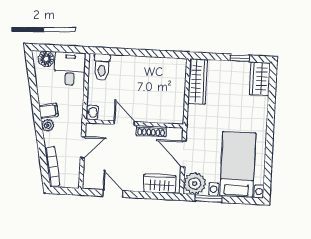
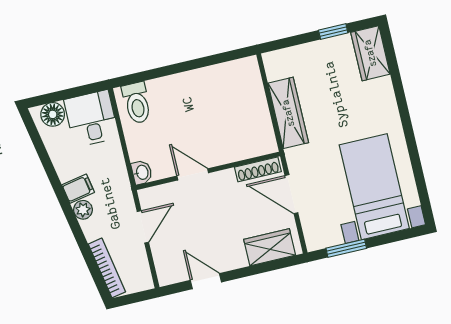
wardrobe: (198, 81) -> (288, 113), moved
shoe rack: (151, 131) -> (258, 169), moved
plant: (195, 184) -> (320, 232), removed

